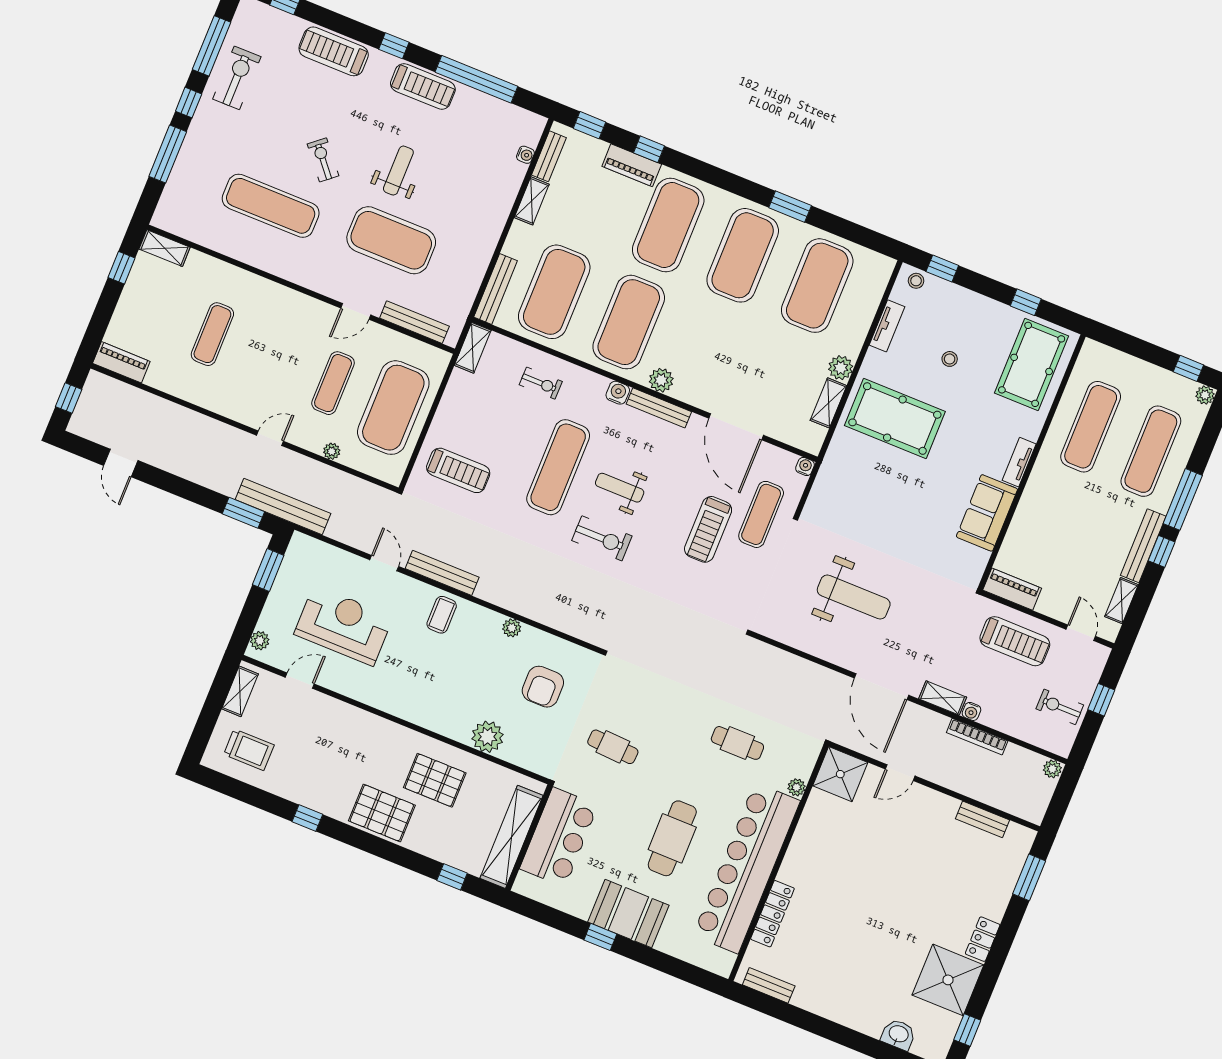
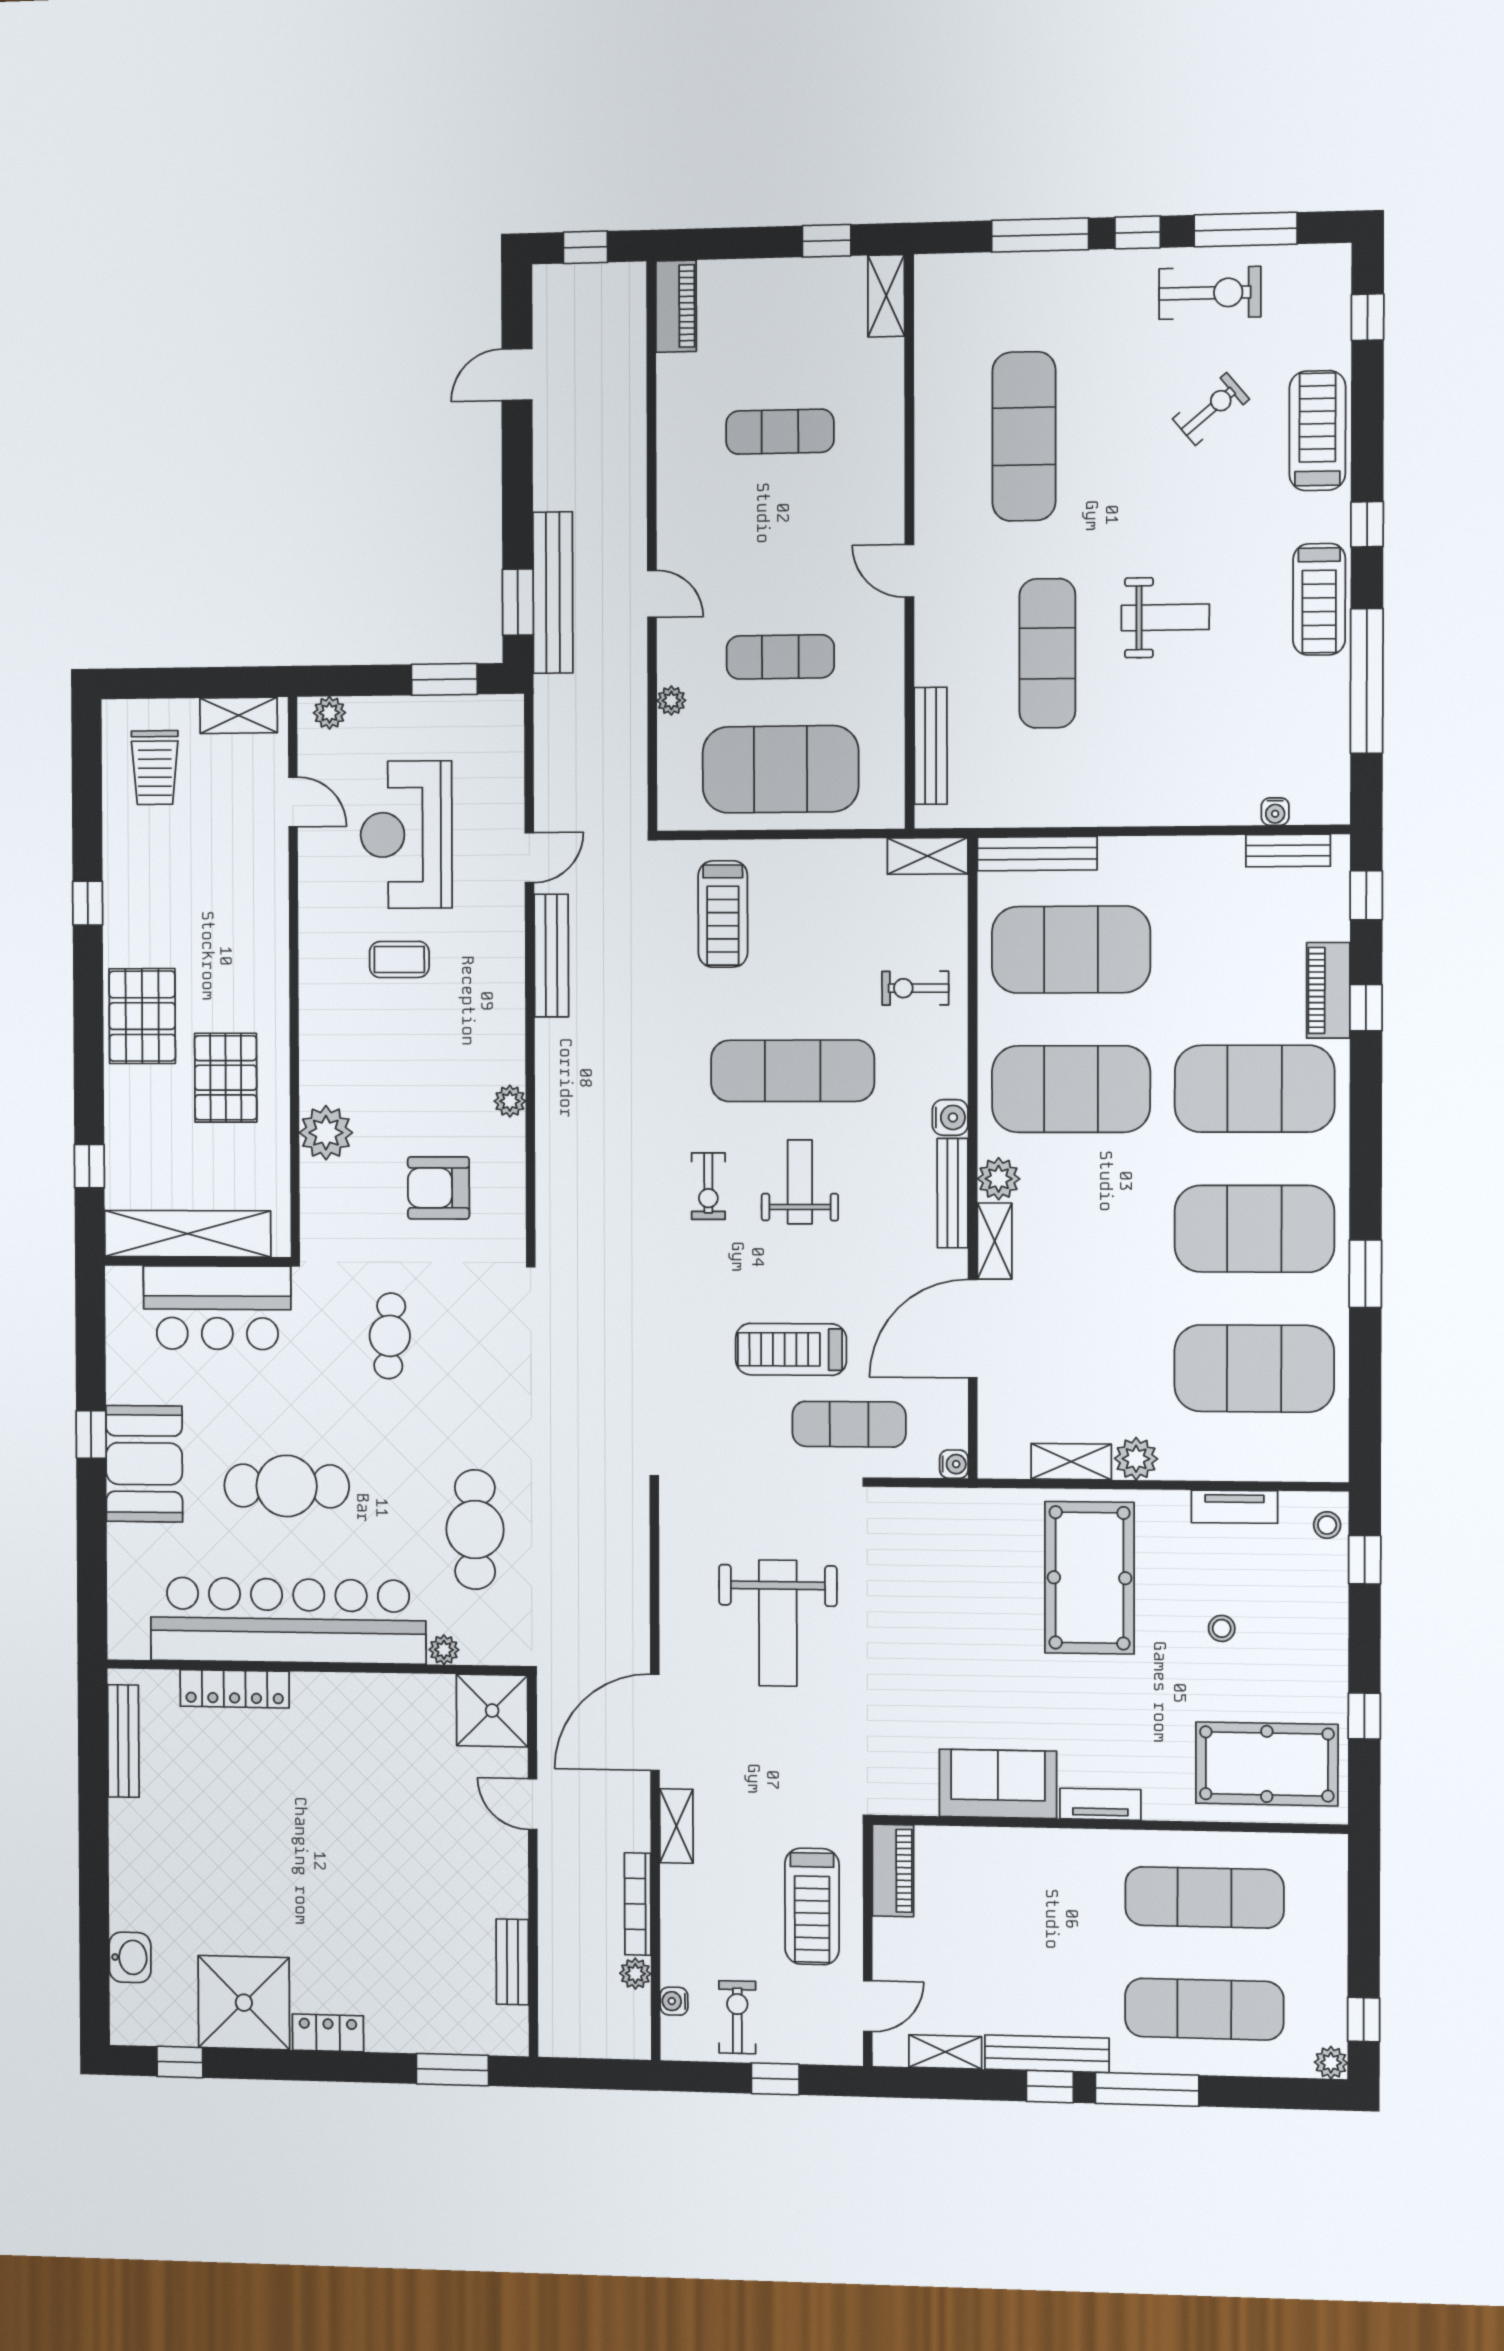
exercise bike: (323, 160) -> (1211, 409), moved
shelving: (532, 201) -> (995, 1241), moved, turned 90
exercise mat: (391, 240) -> (1047, 653), width x0.68
door: (356, 311) -> (909, 571), moved
exercise bike: (541, 383) -> (915, 988), turned 90
bench: (283, 506) -> (553, 593), moved
exercise bike: (602, 538) -> (708, 1186), width x0.73, depth x0.72
coffee table: (442, 615) -> (399, 959), moved
reception desk: (344, 626) -> (406, 835), turned 180
water cooler: (971, 711) -> (674, 2001), moved
cafe table: (737, 743) -> (475, 1530), width x1.37, depth x1.35
plant: (1052, 769) -> (635, 1974), moved
bench: (769, 985) -> (123, 1741), width x1.36

